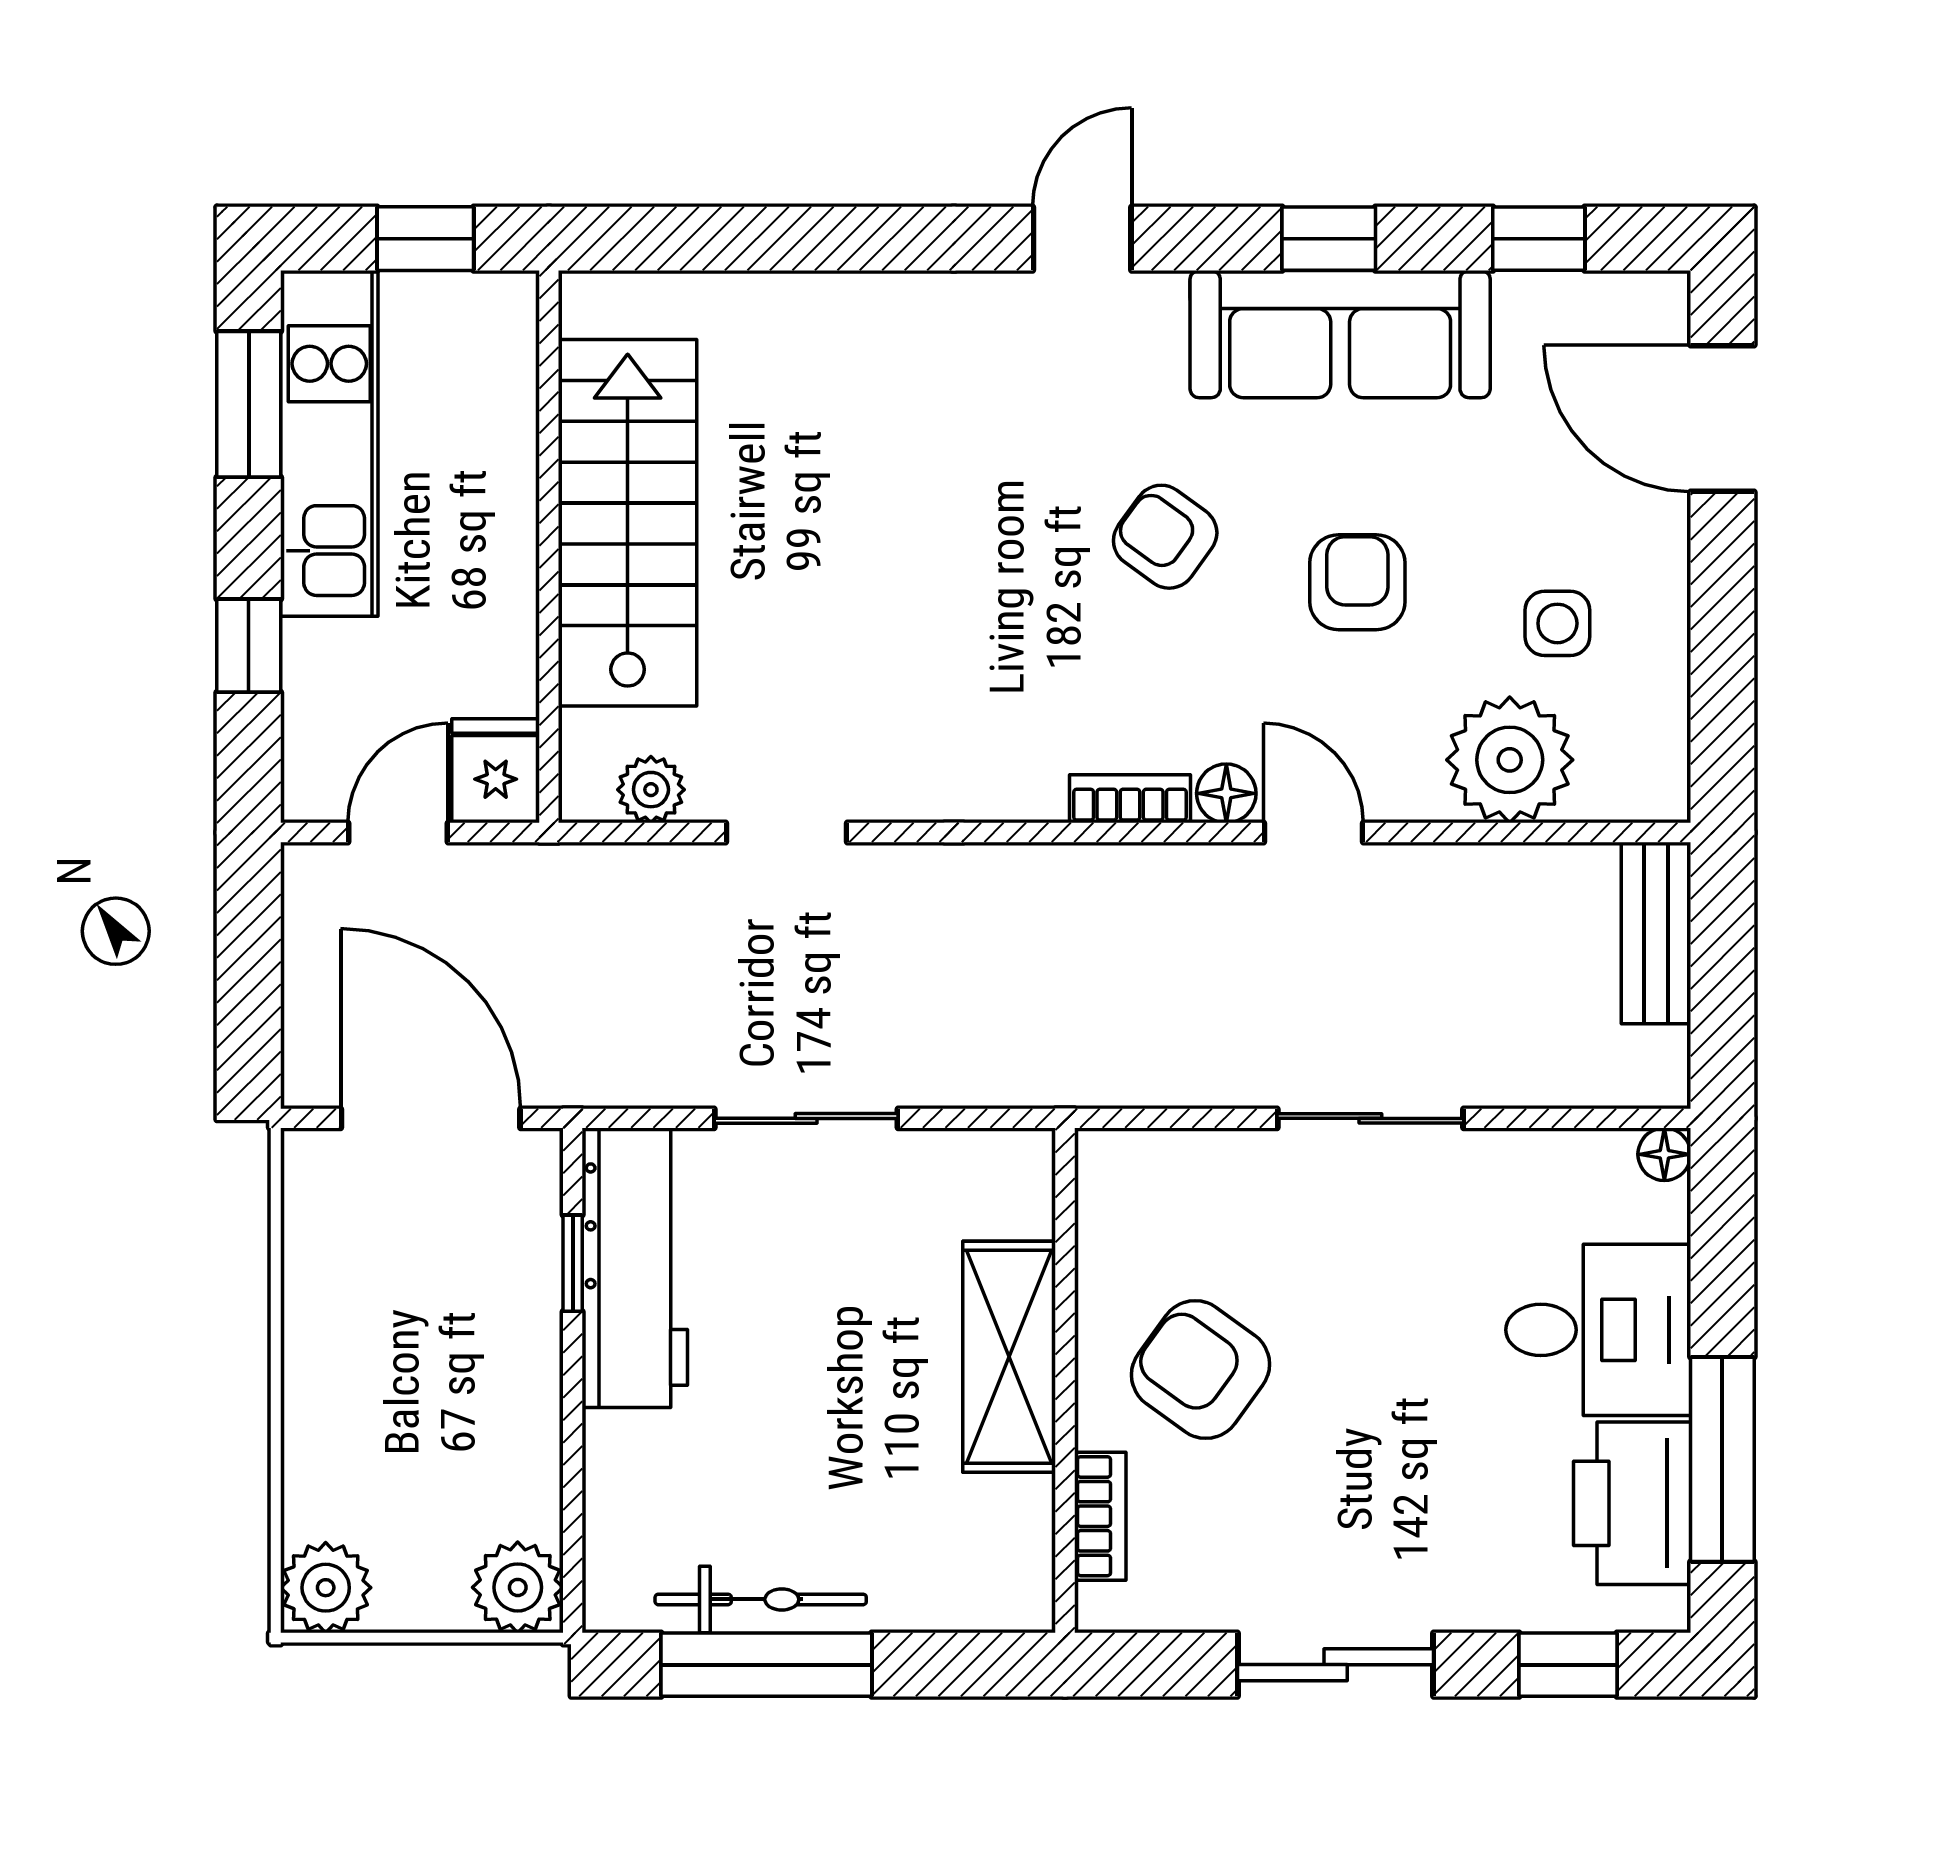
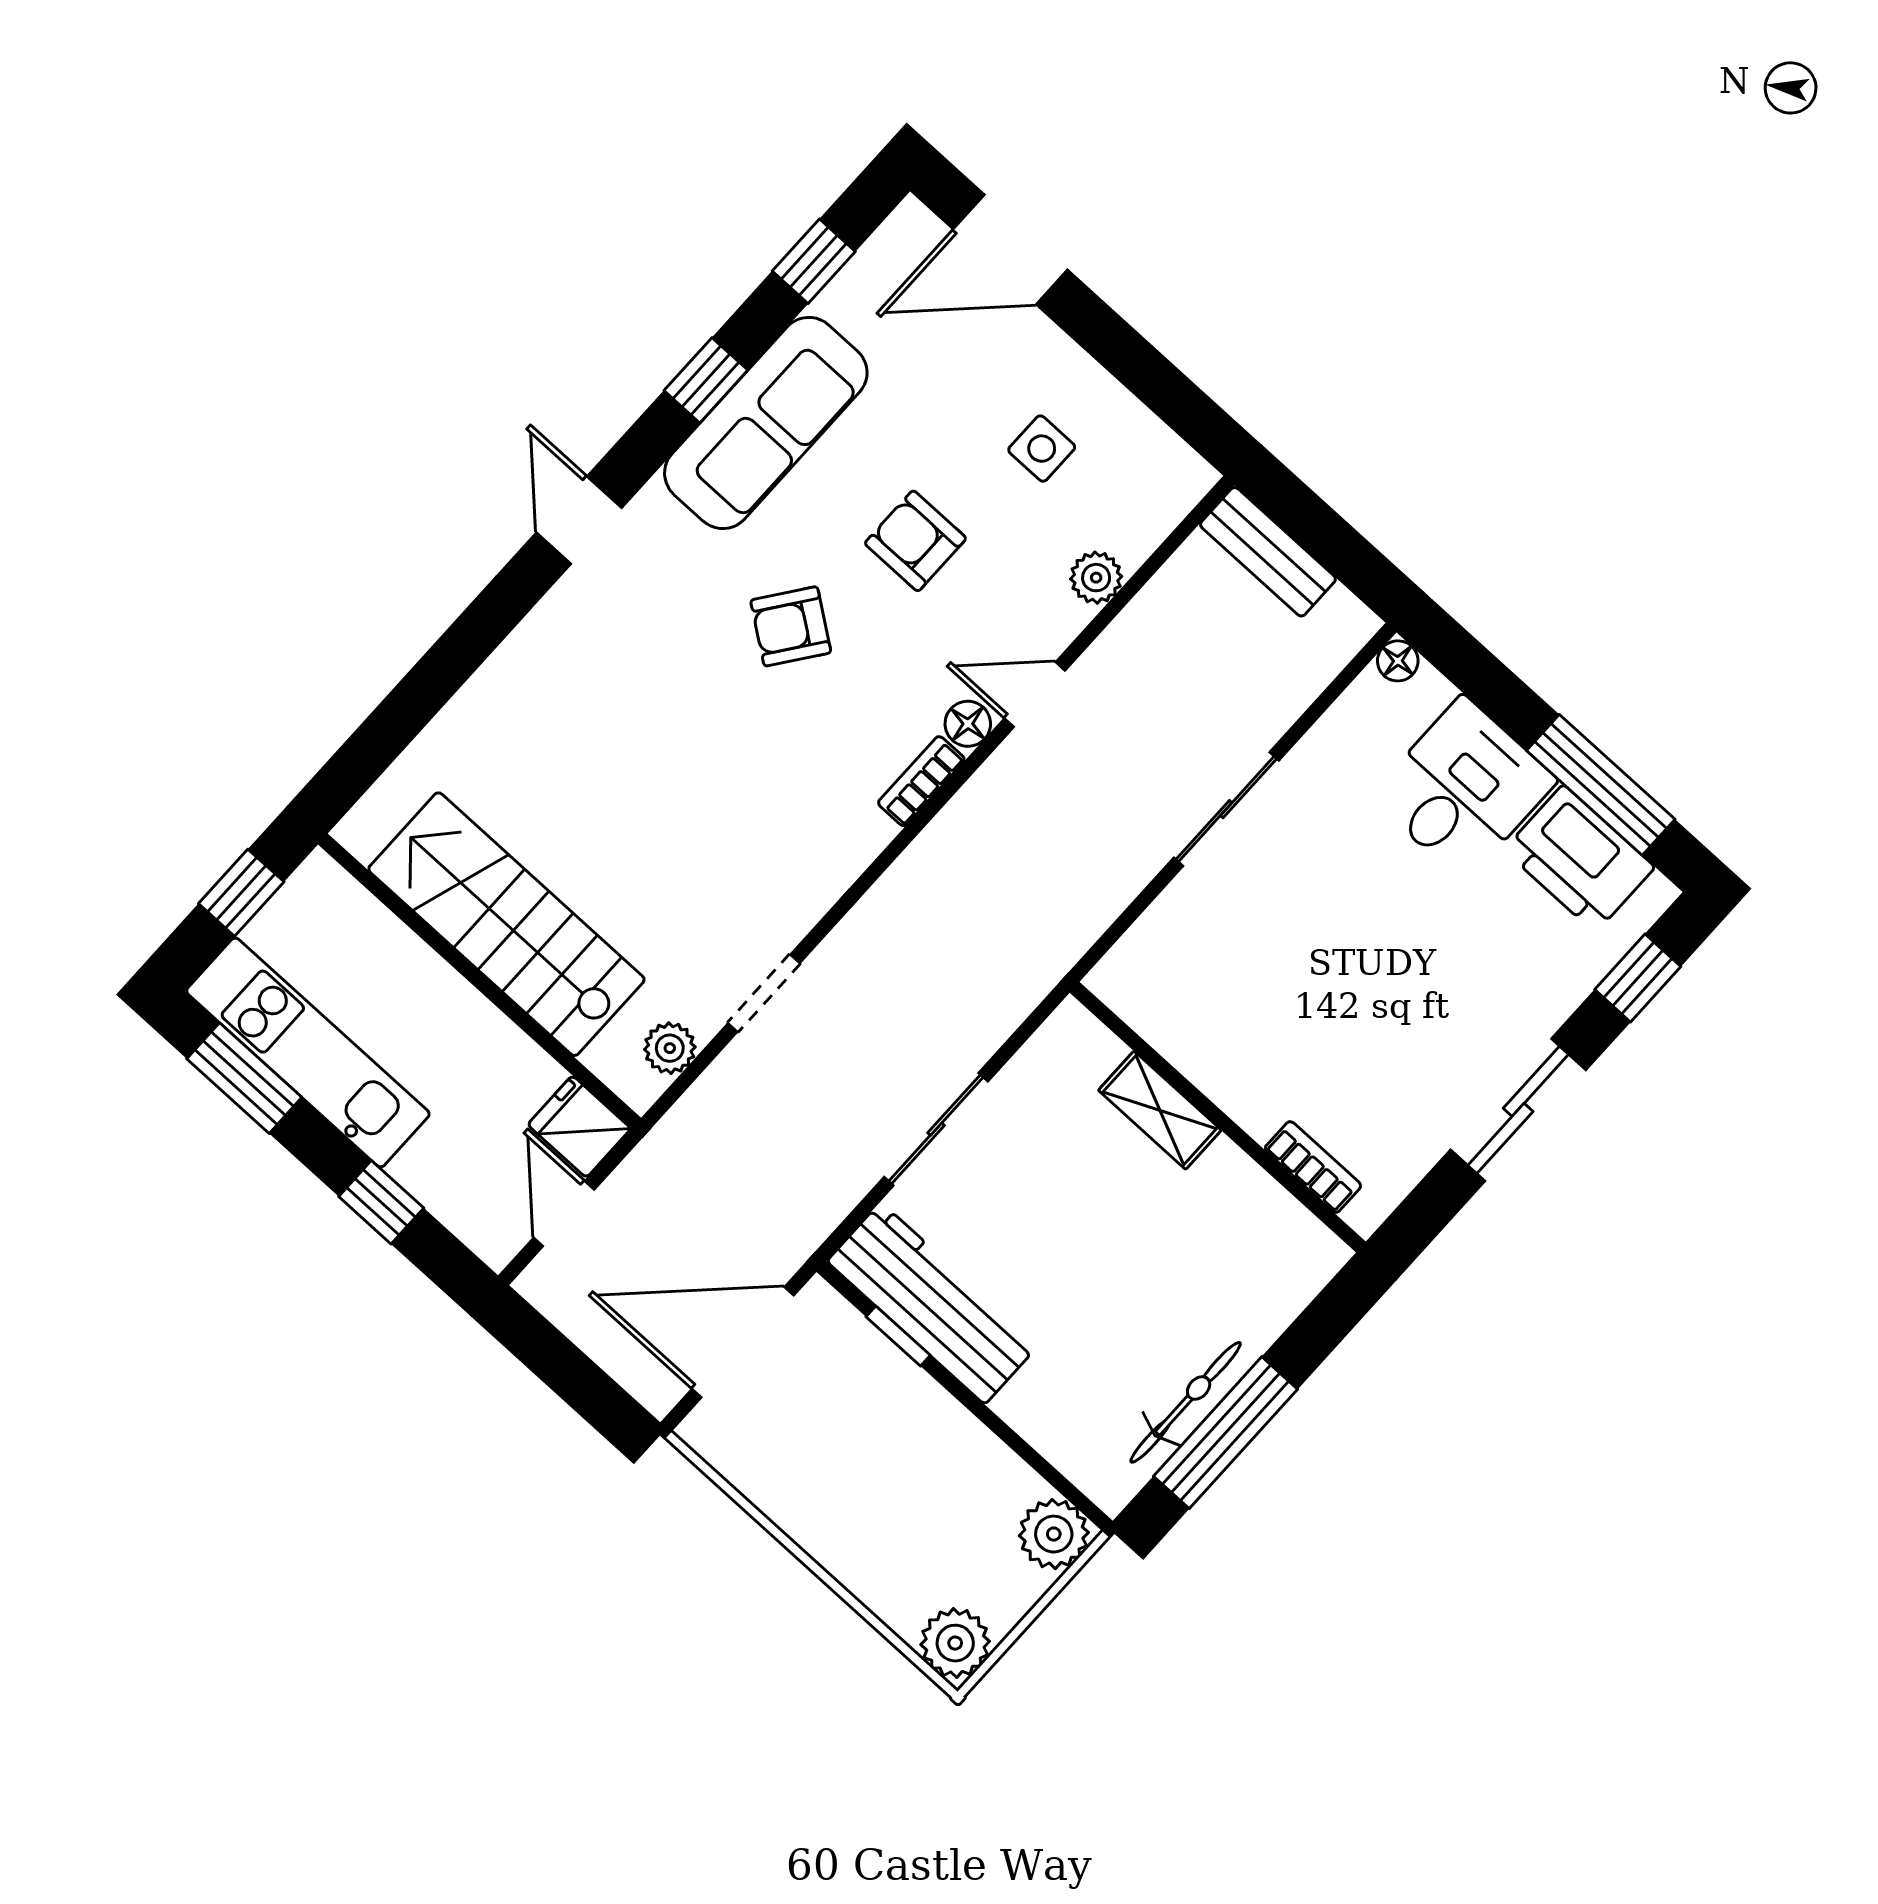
plant: (1510, 760) -> (1096, 578), width x0.53, depth x0.53
shelving: (1009, 1357) -> (1160, 1110), width x0.67, depth x0.75
armchair: (1200, 1369) -> (1281, 1035), removed

